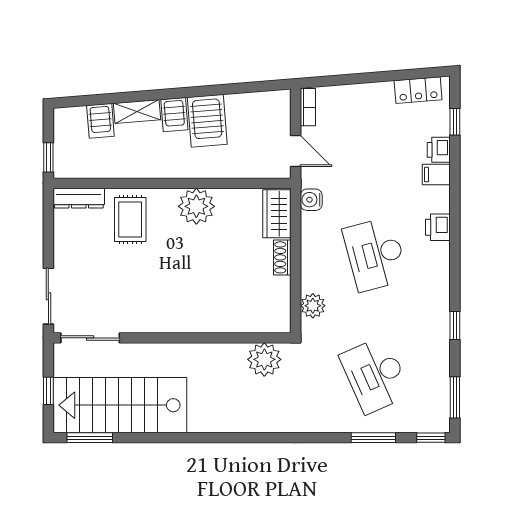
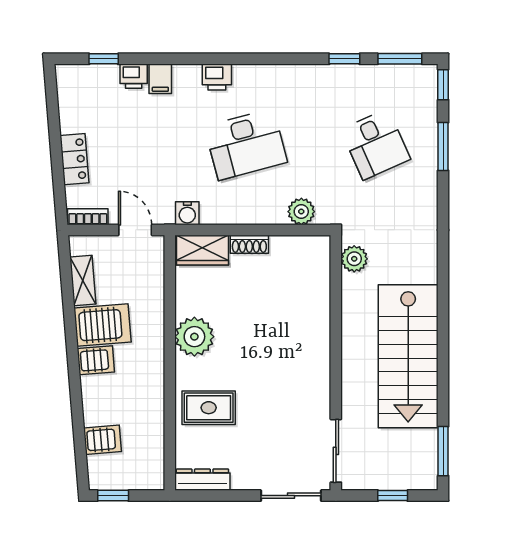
locker: (418, 90) -> (75, 159), moved
shelving: (137, 111) -> (83, 281), moved
door: (296, 151) -> (135, 230), hinge flipped
window: (48, 157) -> (113, 496), moved
dresser: (79, 198) -> (202, 480), moved, turned -90
window: (455, 326) -> (344, 59), moved
plant: (264, 359) -> (354, 259), width x0.73, depth x0.73
desk: (375, 375) -> (376, 144), width x0.73
stairs: (120, 405) -> (408, 356), moved

